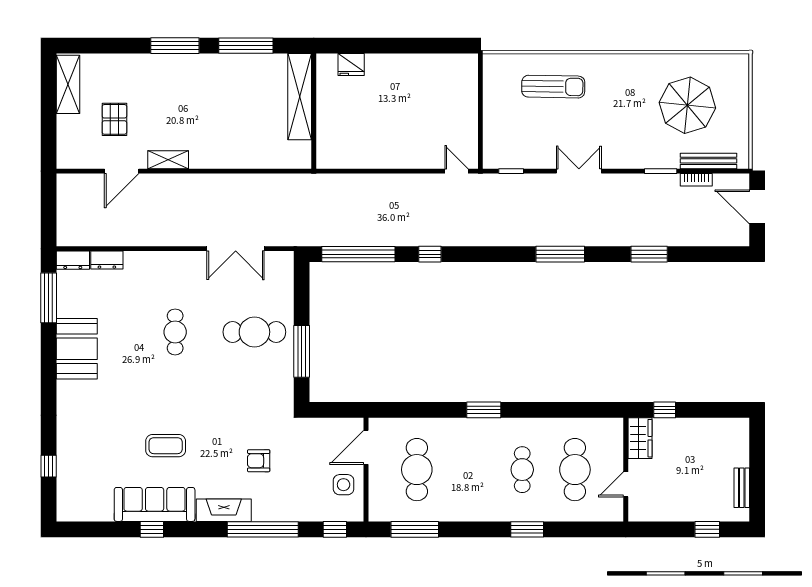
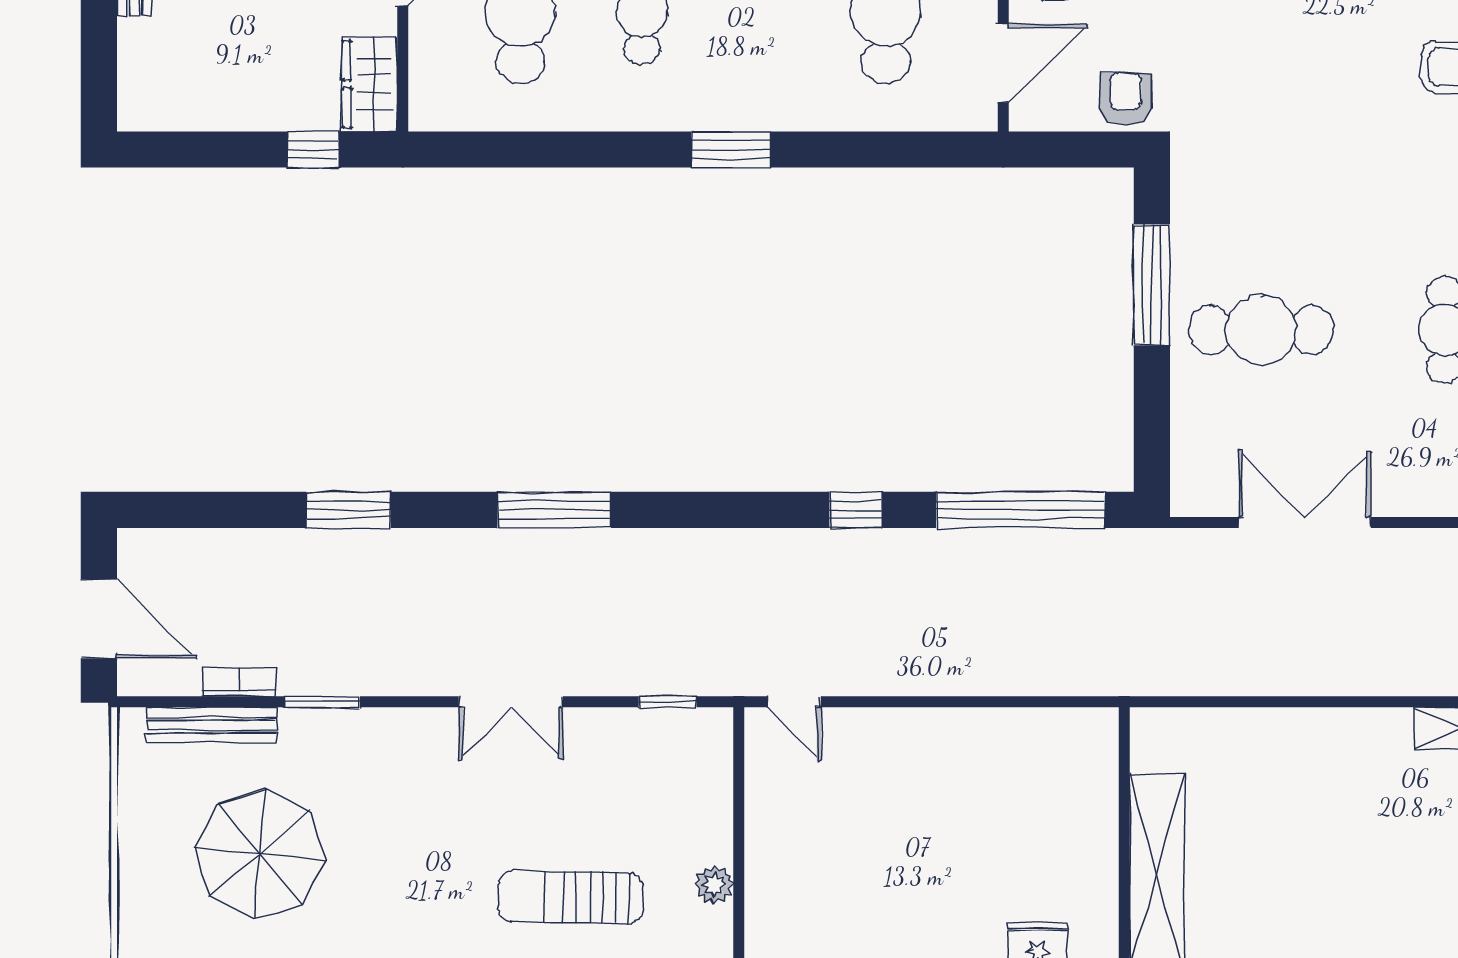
plant: (491, 92) -> (714, 885), added
armchair: (259, 461) -> (1126, 99), moved, turned -90

